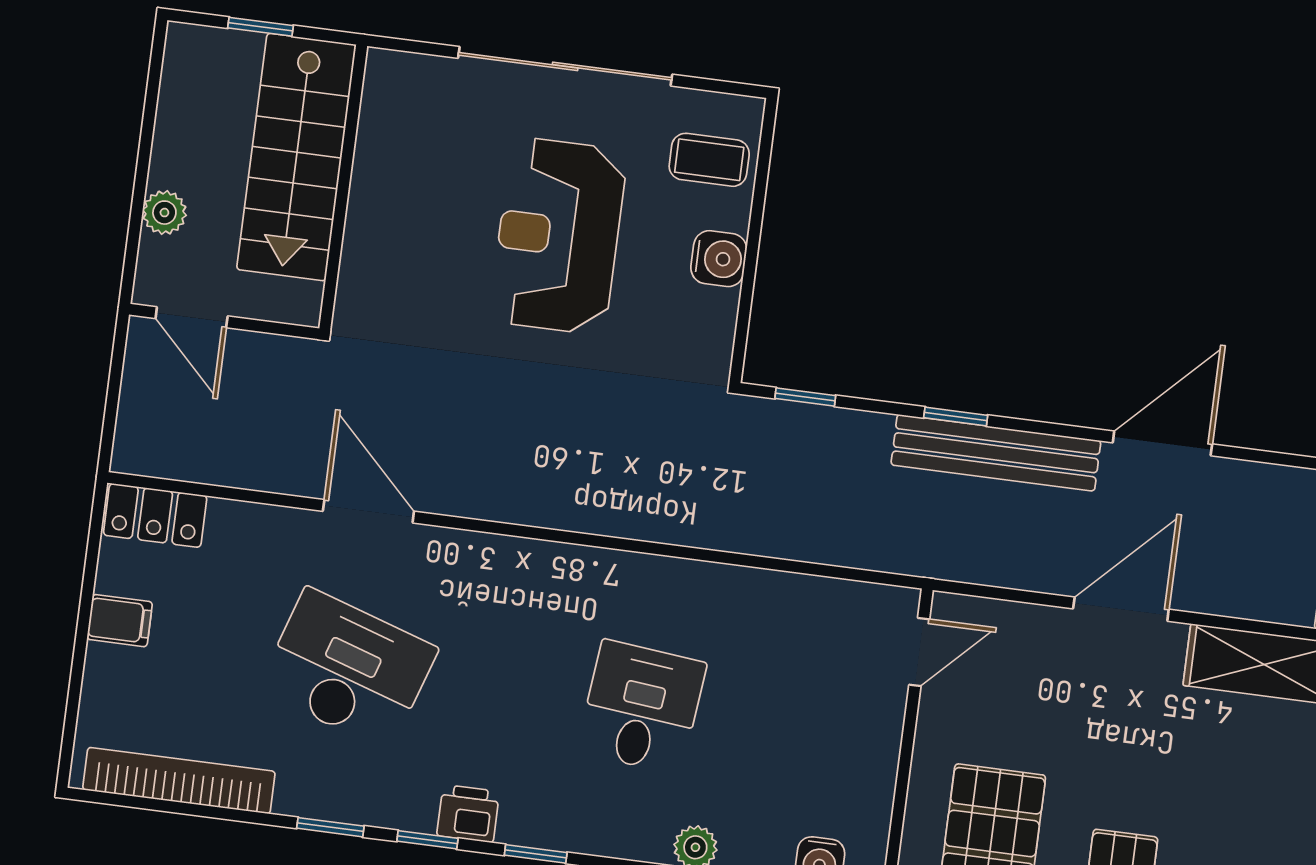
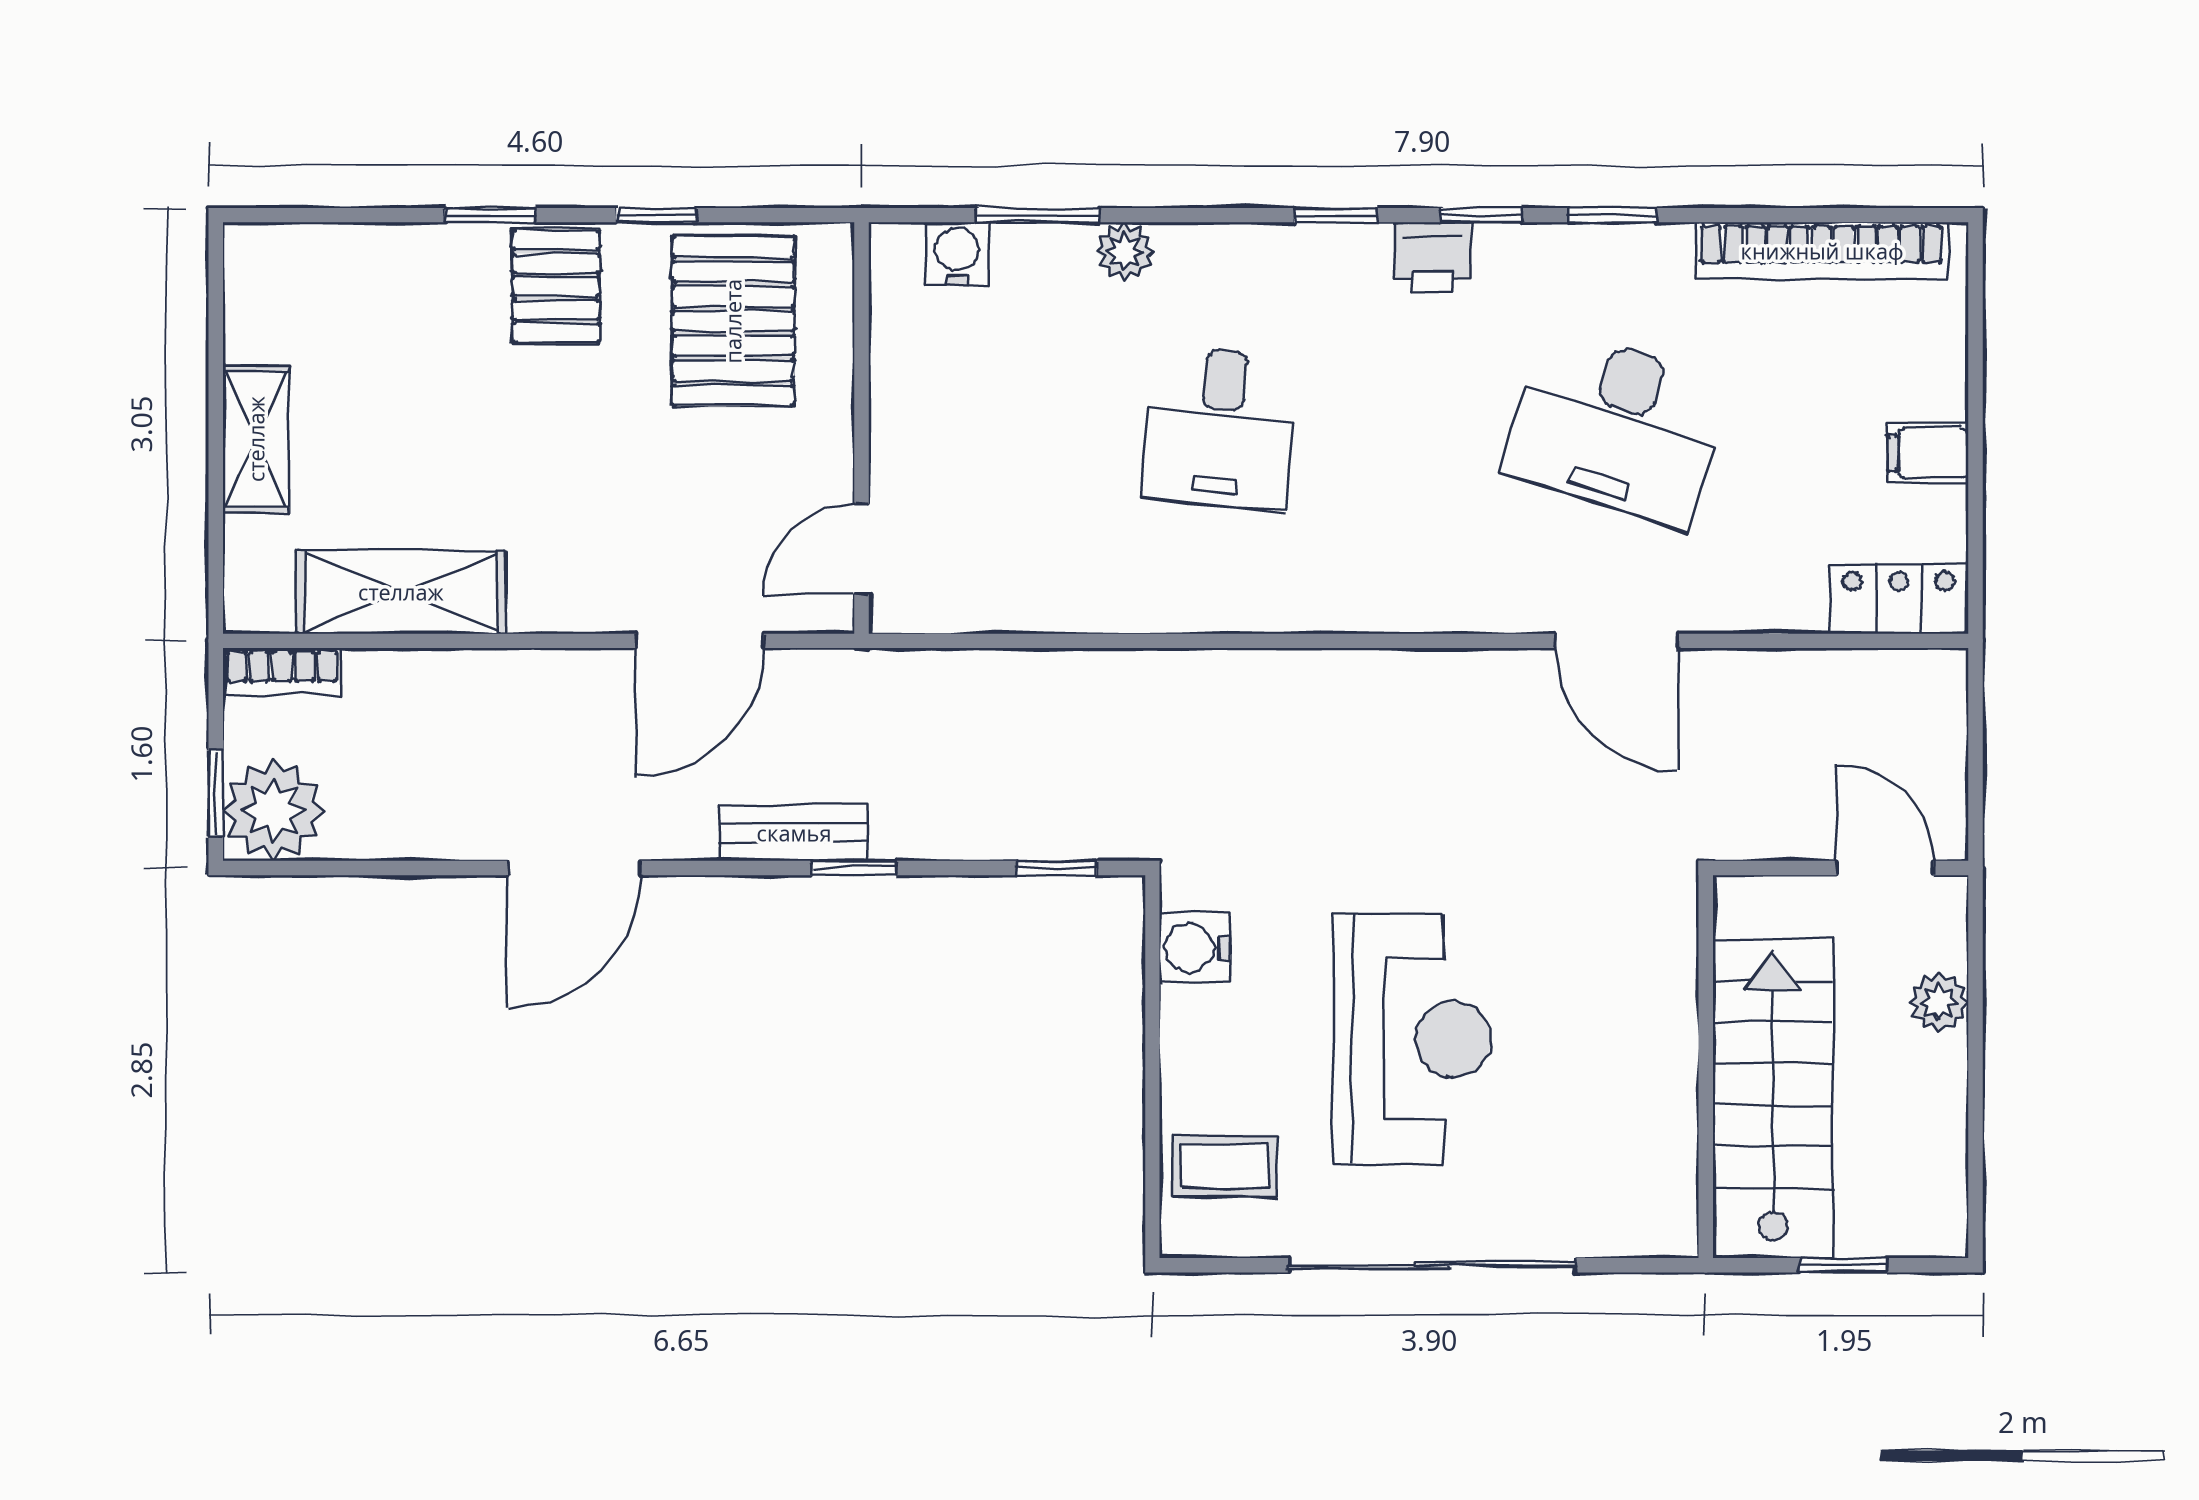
water cooler: (719, 259) -> (1195, 948), moved
bench: (996, 453) -> (794, 833), width x0.54, depth x0.82
door: (1121, 609) -> (700, 641), moved

